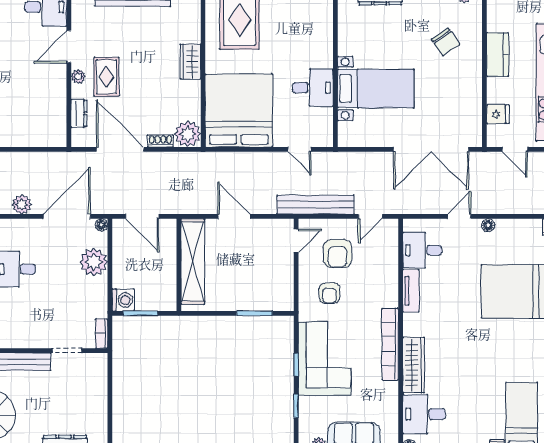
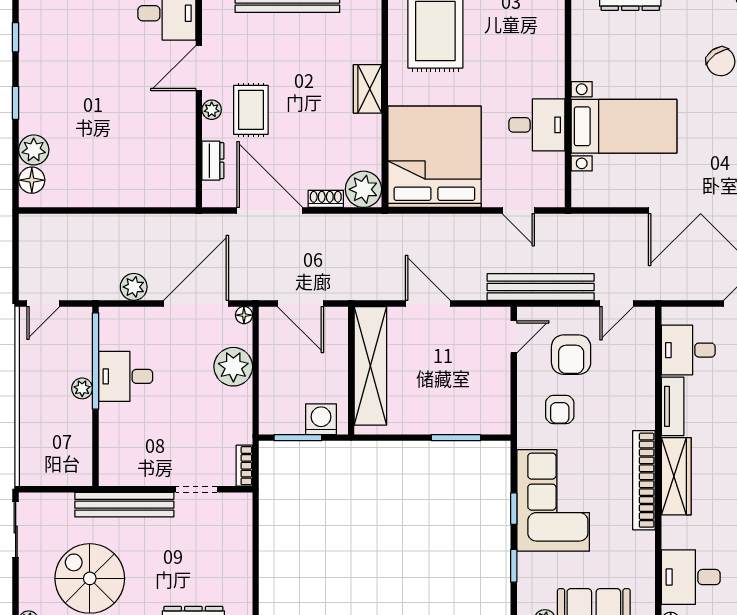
washing machine: (123, 300) -> (321, 419), moved, turned -90
wardrobe: (414, 365) -> (676, 476), moved

